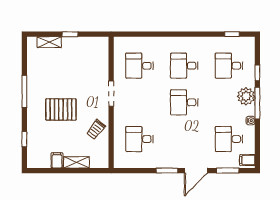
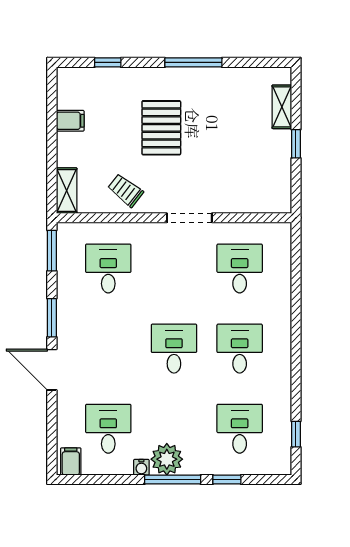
plant: (246, 96) -> (167, 459), moved
shelving: (76, 162) -> (67, 191), moved
window: (228, 171) -> (52, 251), moved

